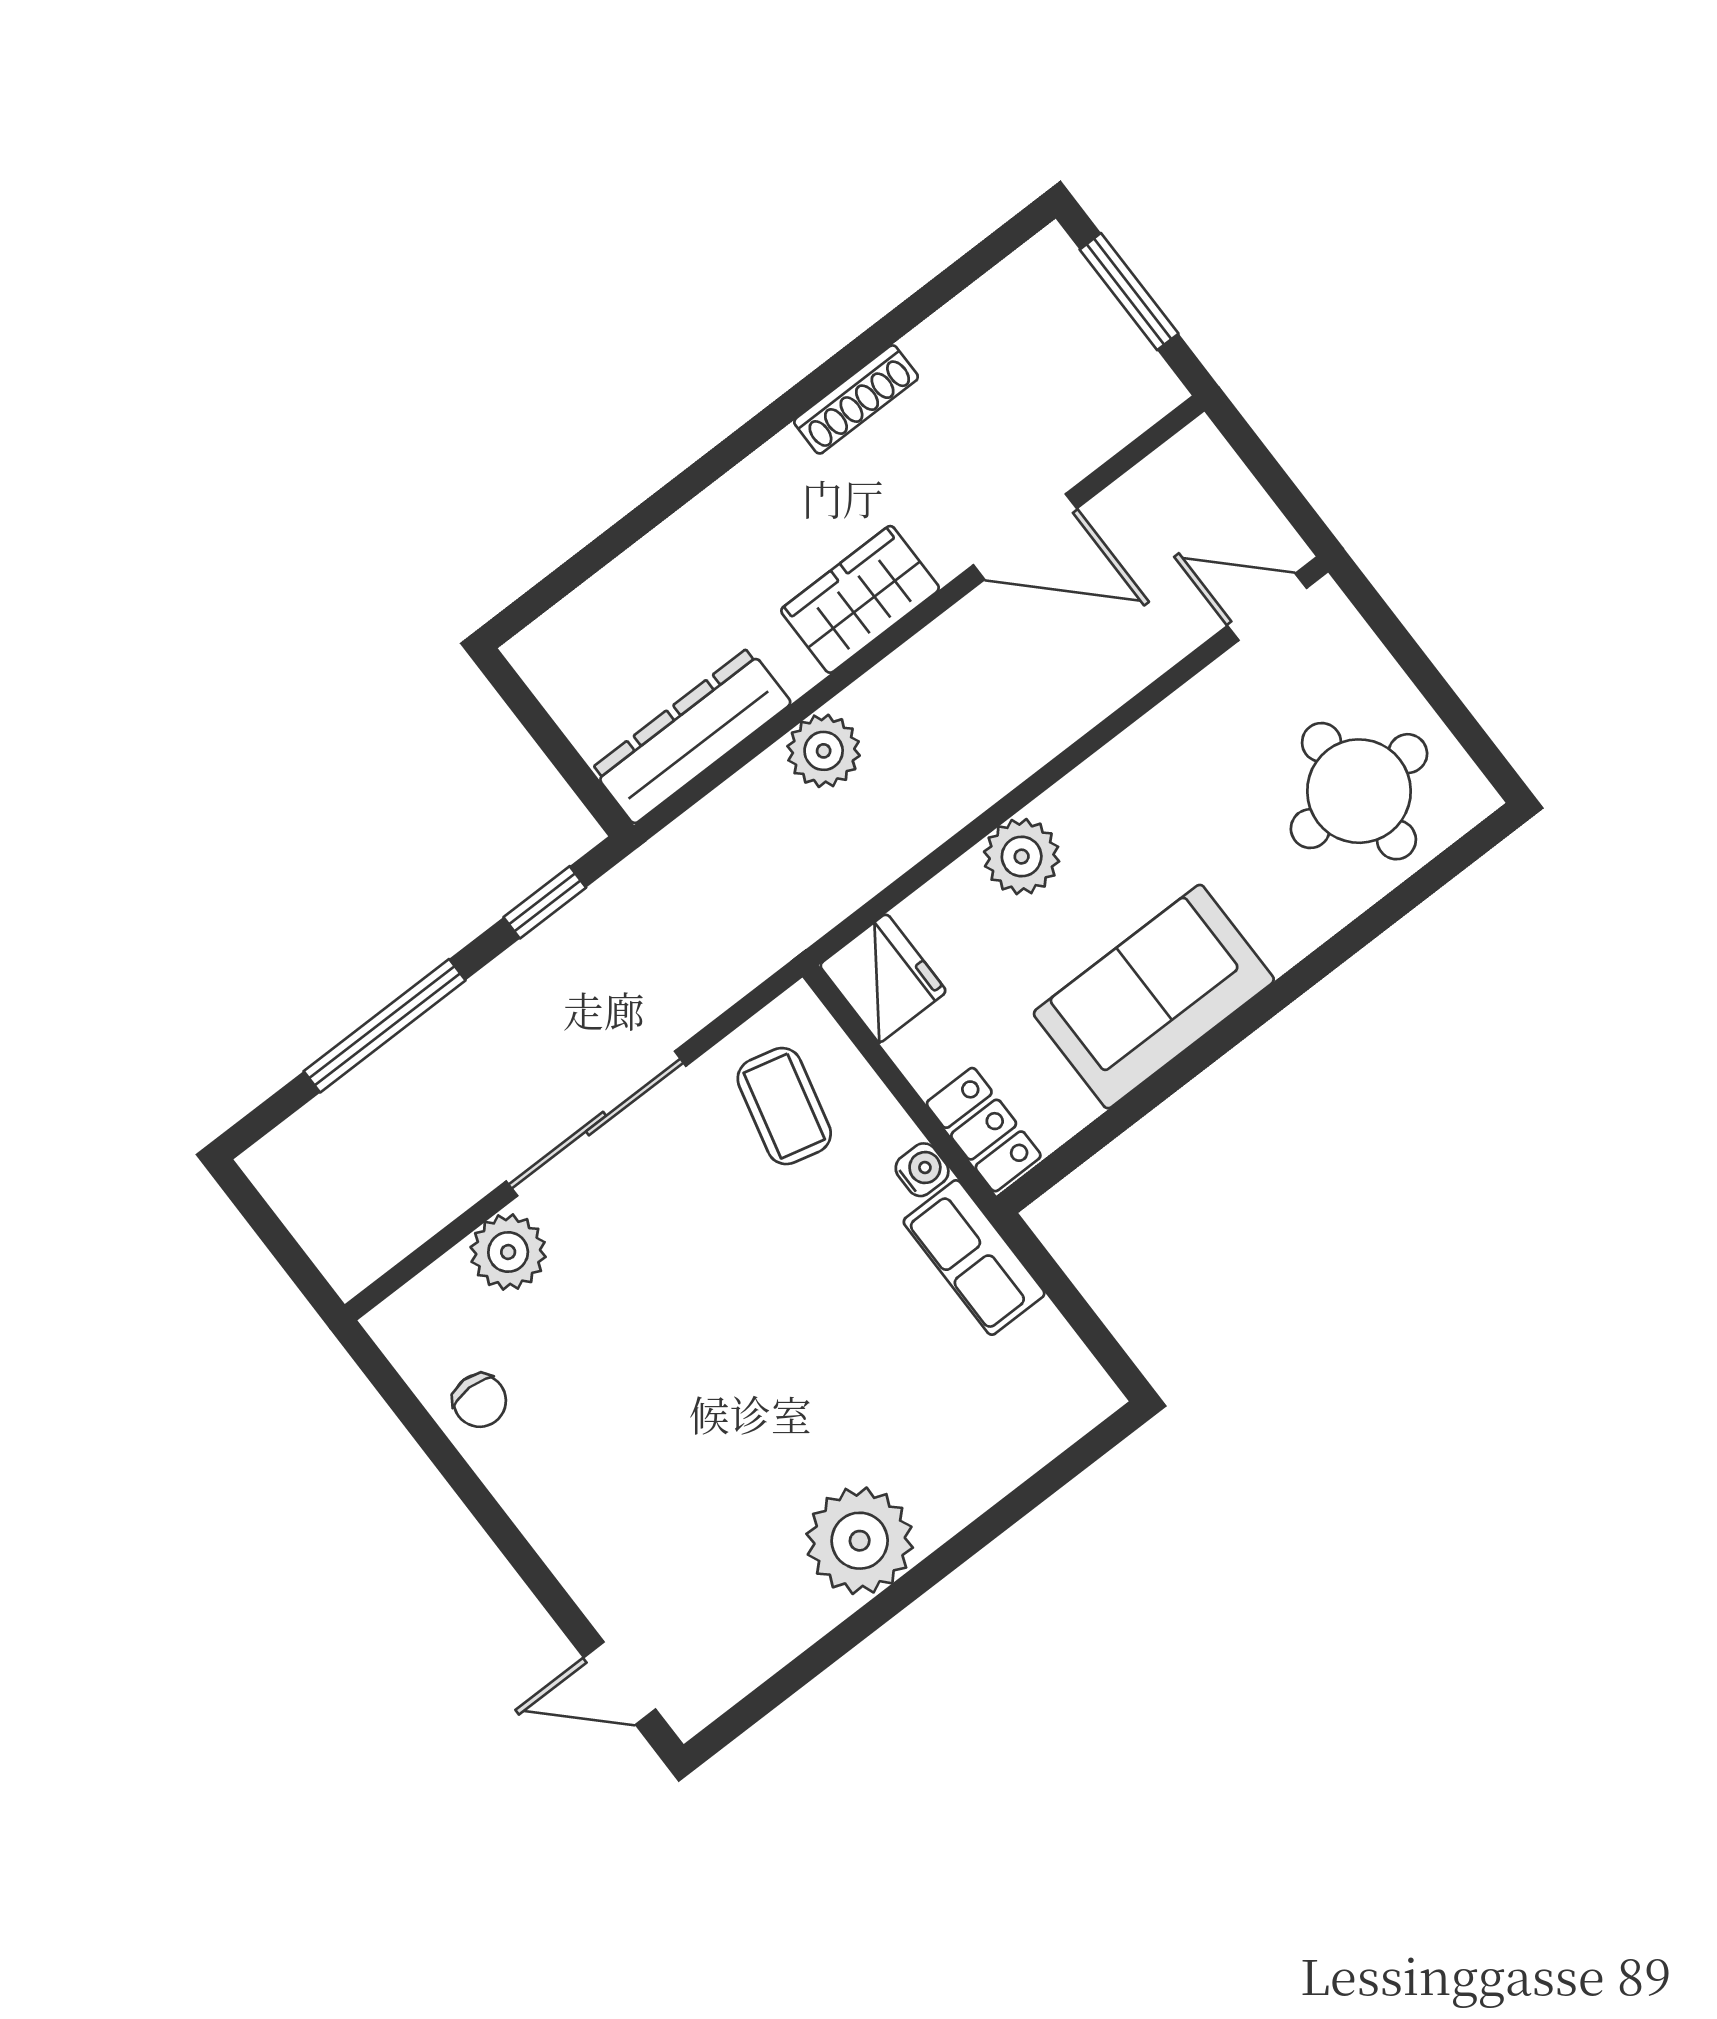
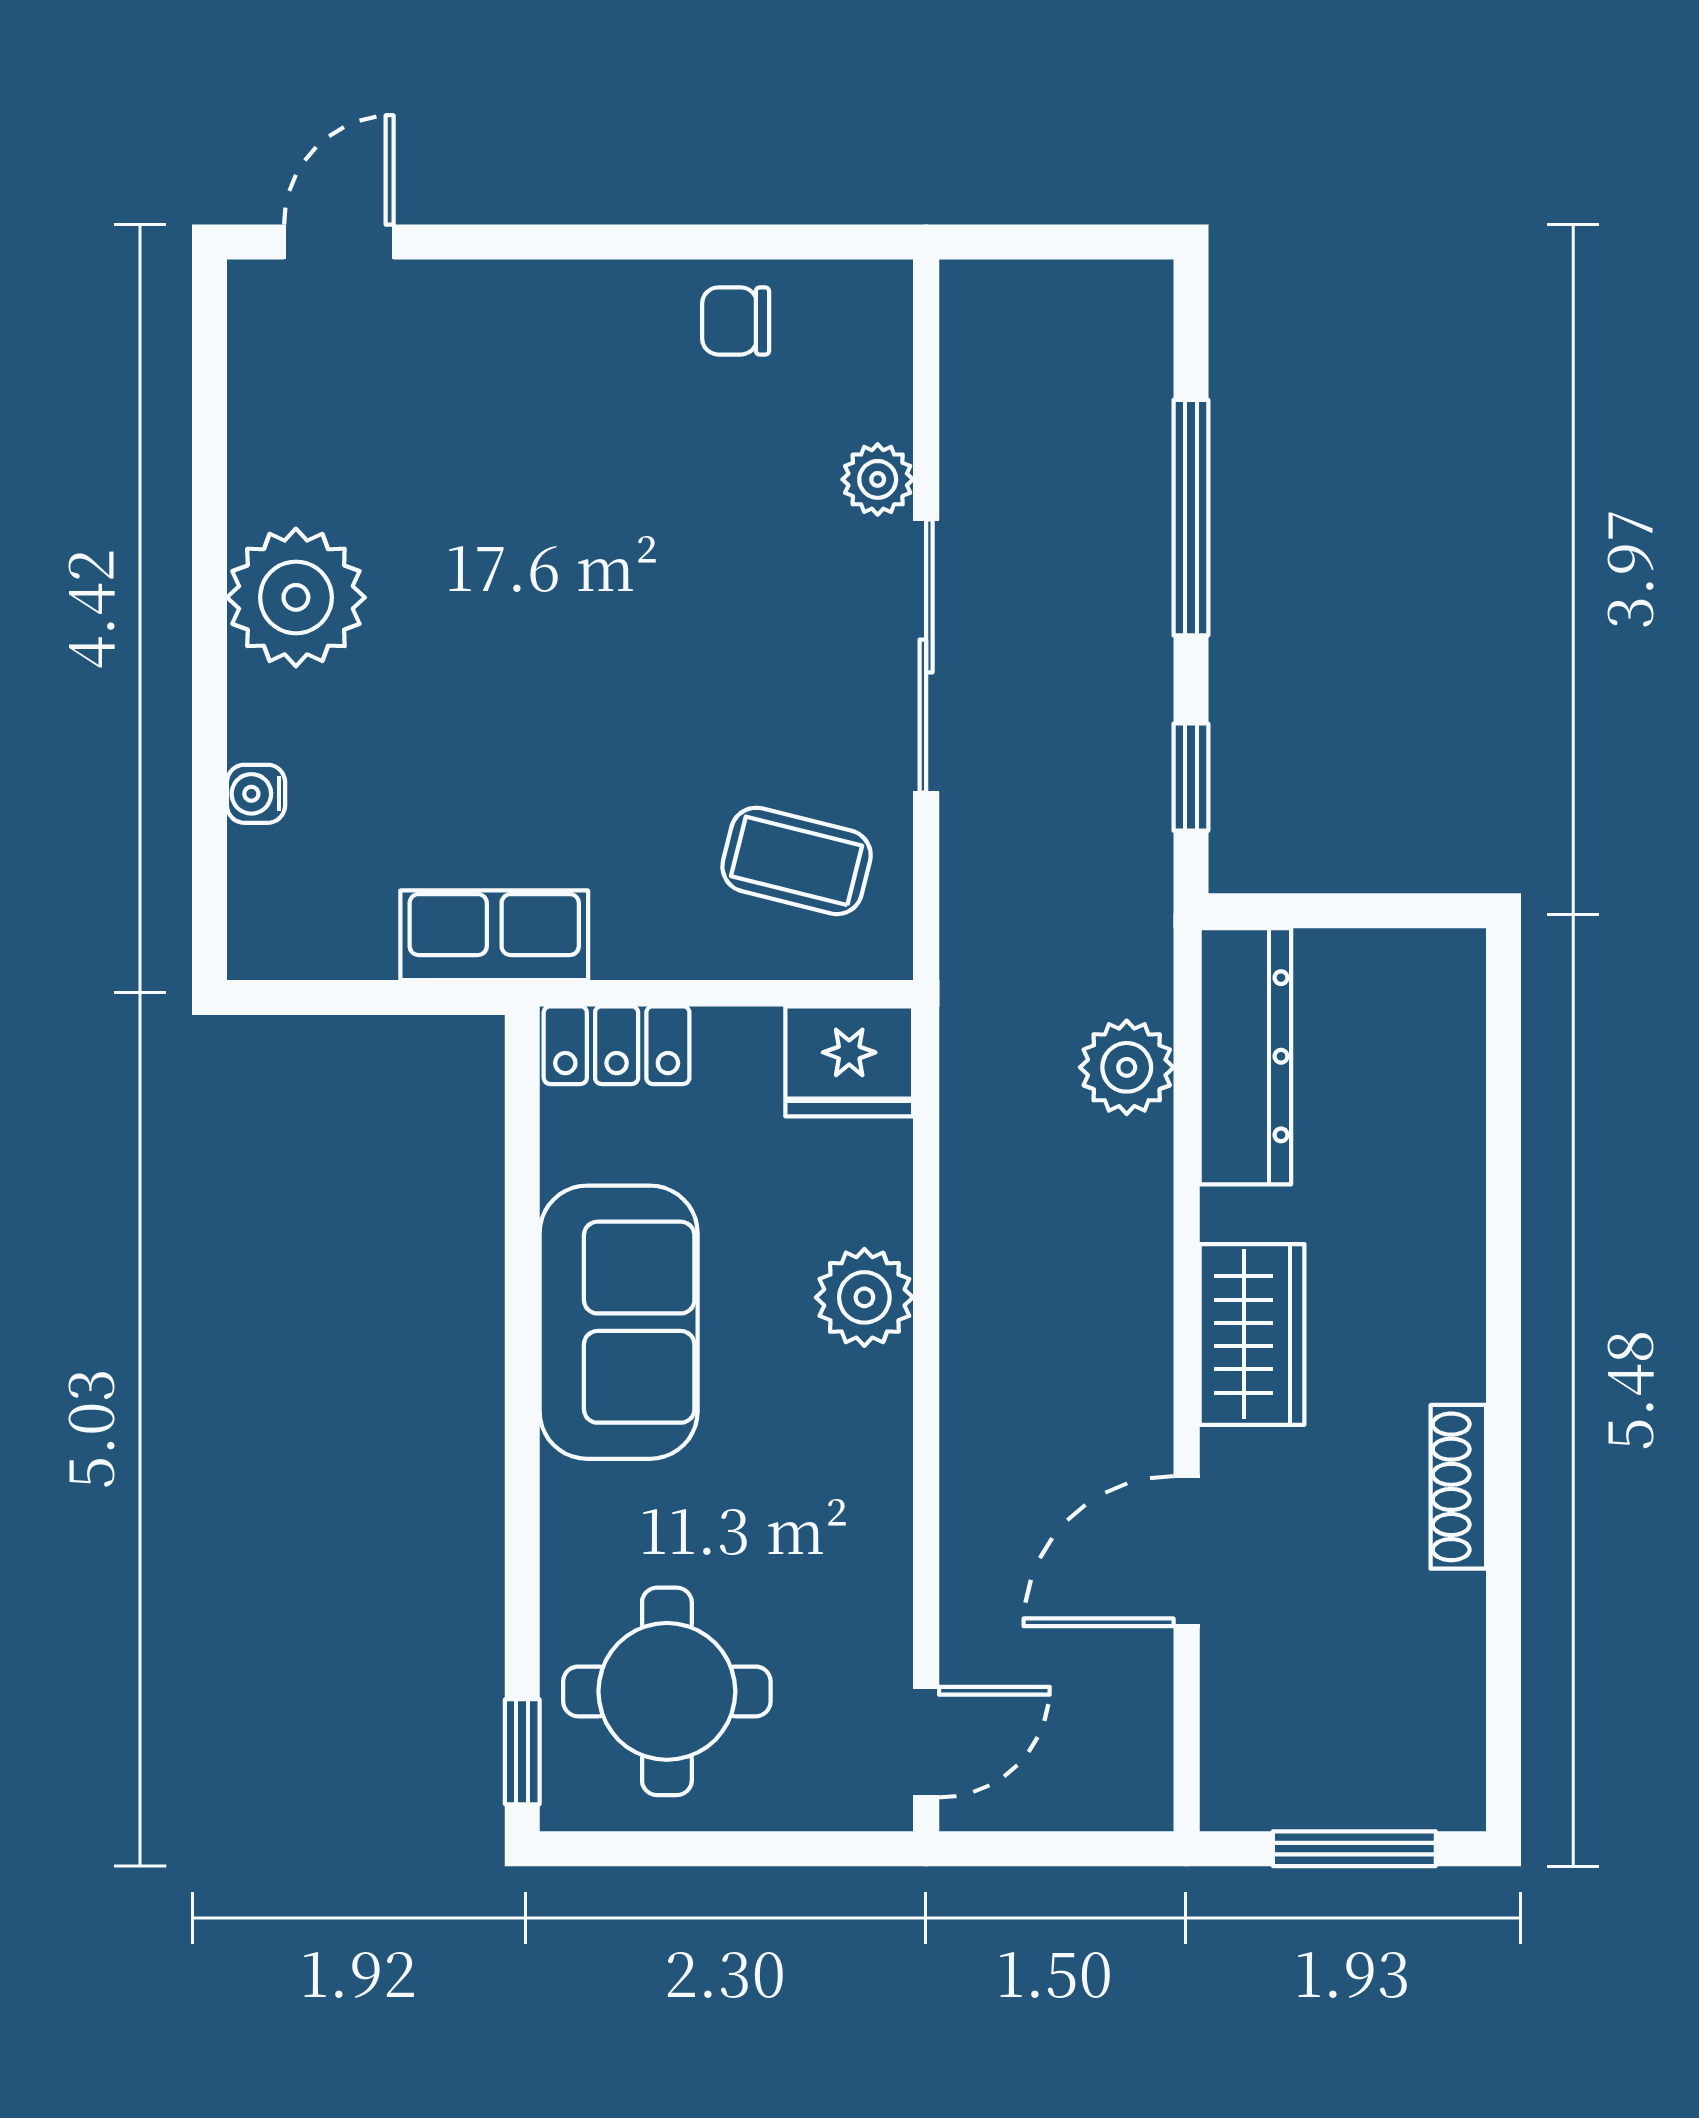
plant: (824, 751) -> (1127, 1067), moved
window: (1465, 852) -> (522, 1752), added
water cooler: (922, 1170) -> (256, 794), moved, turned 90
plant: (508, 1252) -> (878, 479), width x0.73, depth x0.73

